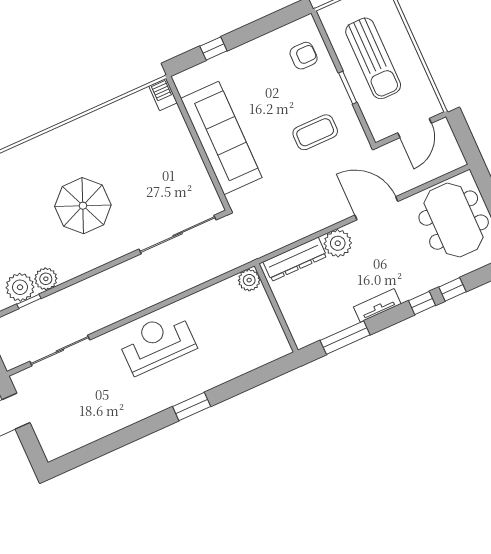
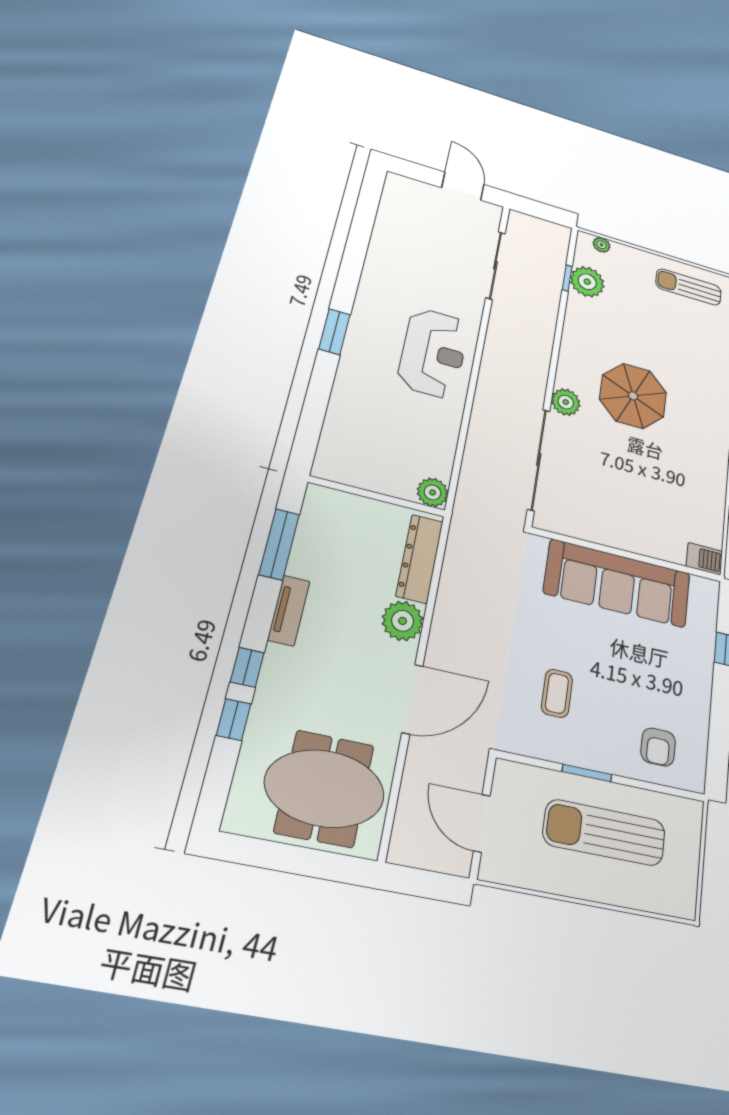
coffee table: (315, 132) -> (557, 693), width x0.73, depth x0.77
plant: (46, 279) -> (566, 402), moved

